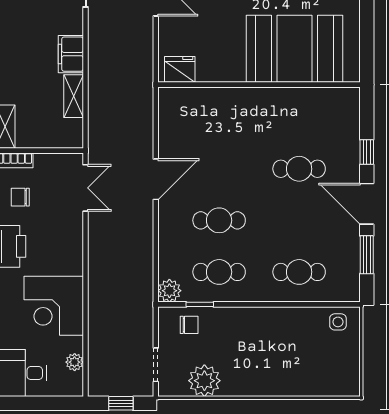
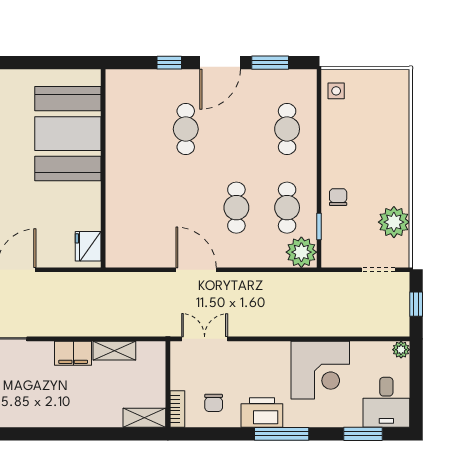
plant: (169, 291) -> (301, 252), width x1.36, depth x1.36
chair: (189, 325) -> (338, 197), moved
plant: (75, 362) -> (401, 350), moved

